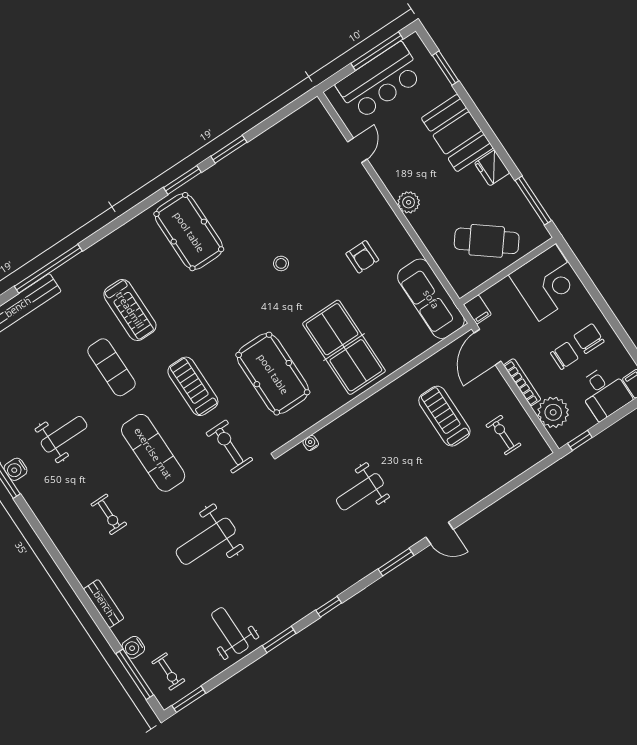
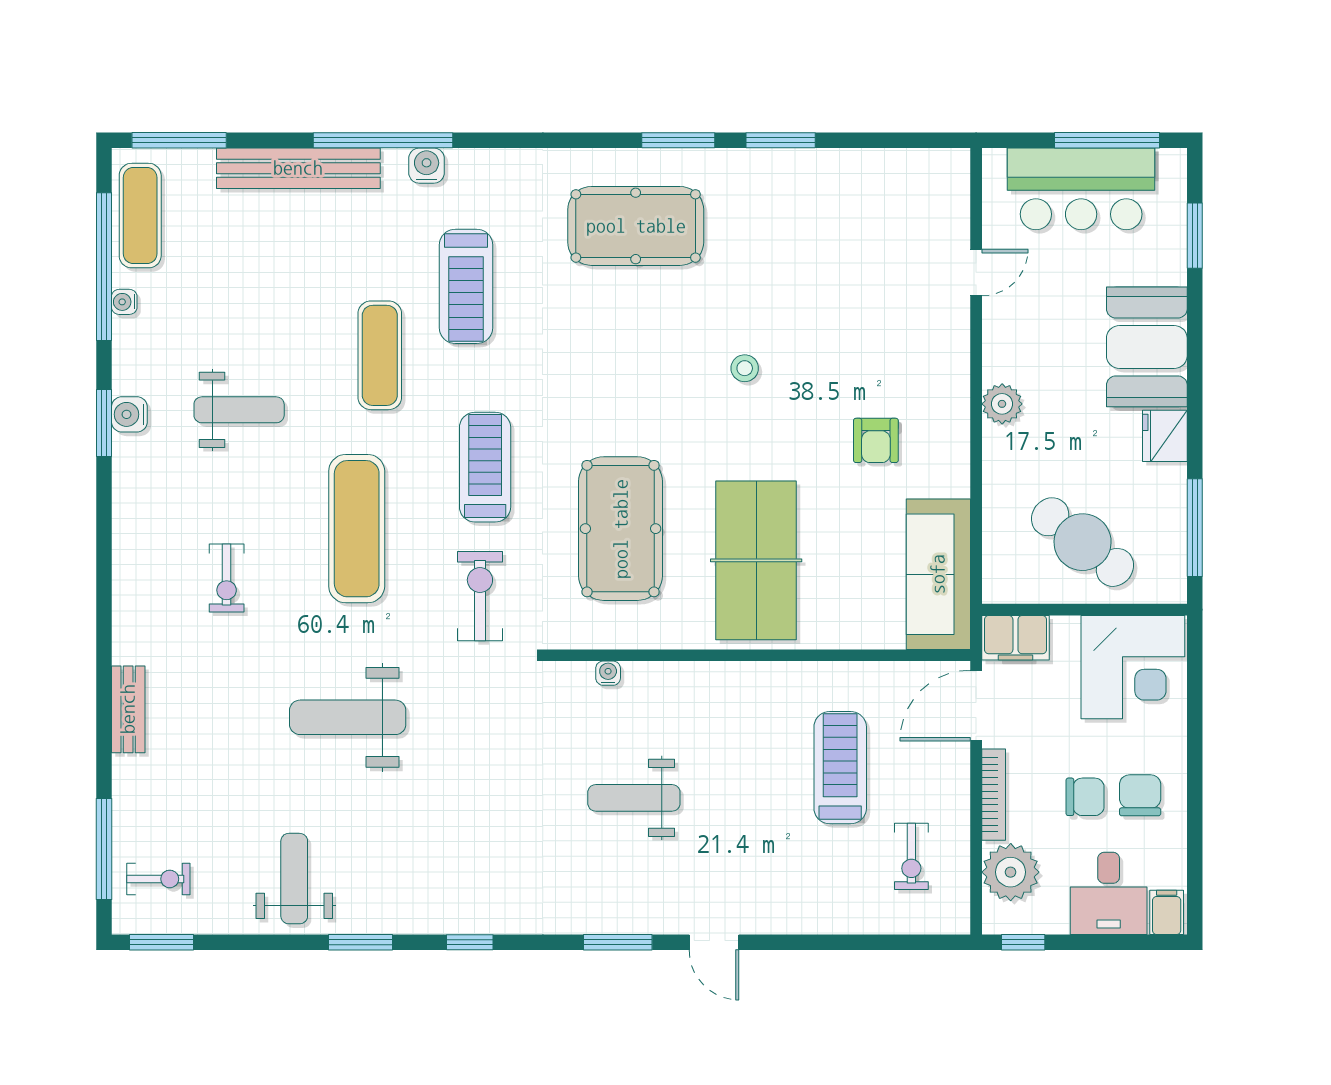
pool table: (189, 232) -> (636, 226), turned 90
filing cabinet: (477, 310) -> (1015, 638), width x2.00
exercise bike: (503, 435) -> (911, 856), turned 180
water cooler: (133, 647) -> (427, 166), moved, turned 90
exercise bike: (168, 671) -> (158, 879), turned -90

